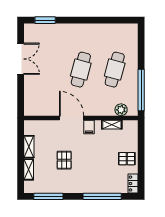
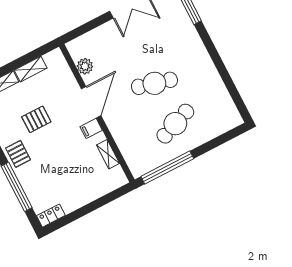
cafe table: (115, 70) -> (175, 124), turned -36
plant: (121, 110) -> (85, 66), moved
pallet: (127, 159) -> (18, 154), moved

